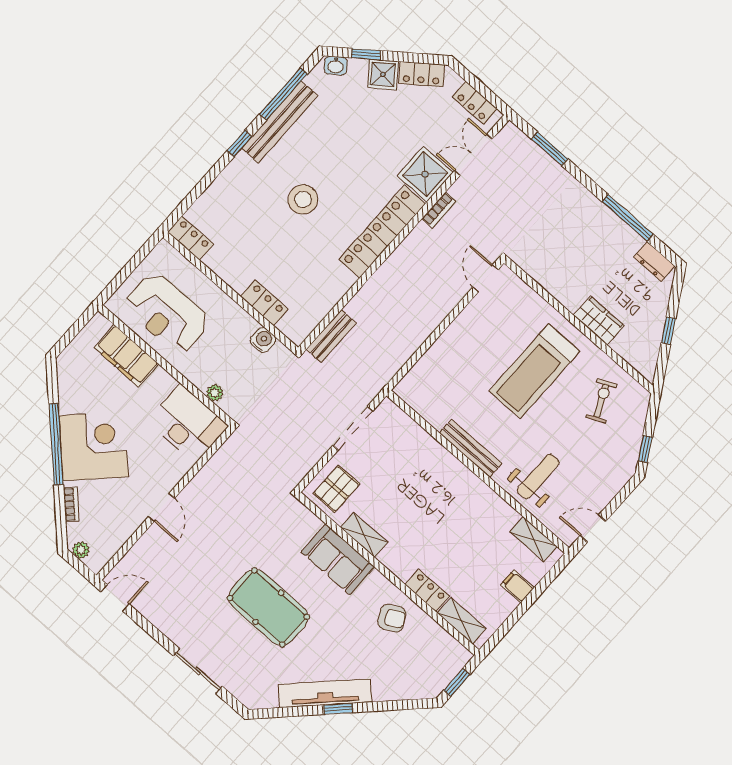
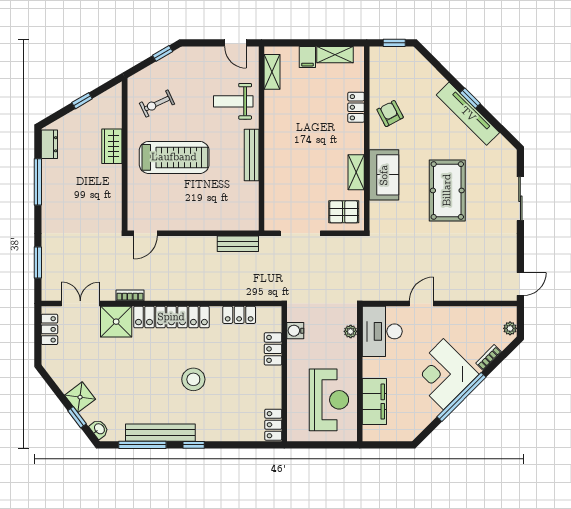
locker: (421, 74) -> (239, 315), moved, turned 127
double door: (473, 155) -> (80, 304), swing flipped
bench: (331, 336) -> (238, 244), moved
door: (162, 507) -> (421, 304), moved
door: (115, 598) -> (520, 284), swing flipped
shelving: (462, 621) -> (335, 55), moved, turned 90

